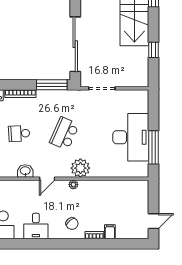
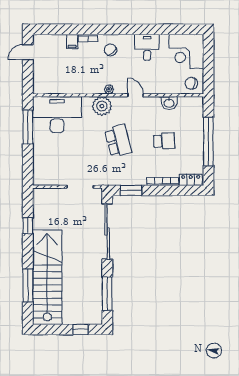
window: (52, 85) -> (131, 190), width x0.69
school desk: (64, 134) -> (118, 141), turned -39
desk: (131, 137) -> (57, 115), moved, turned 90
washbasin: (25, 171) -> (169, 103), moved
door: (47, 179) -> (136, 95), hinge flipped

